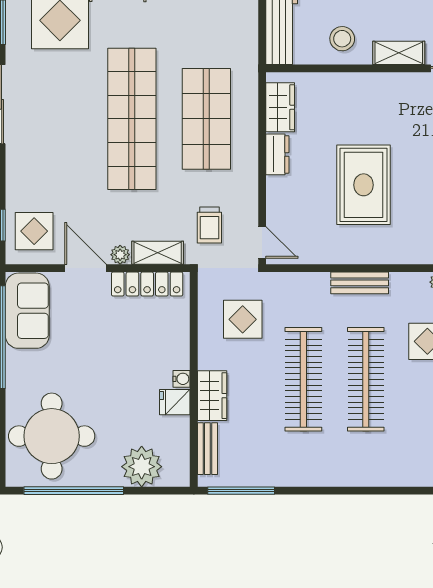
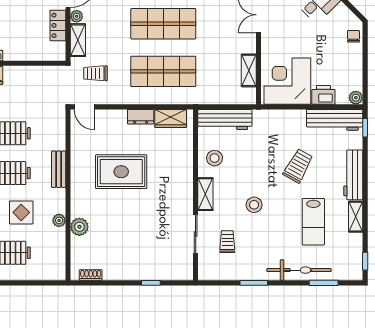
shop shelf: (132, 119) -> (163, 24), width x0.71
door: (262, 242) -> (84, 107), hinge flipped
locker: (147, 284) -> (58, 25), width x0.66
display table: (243, 319) -> (35, 95), removed

